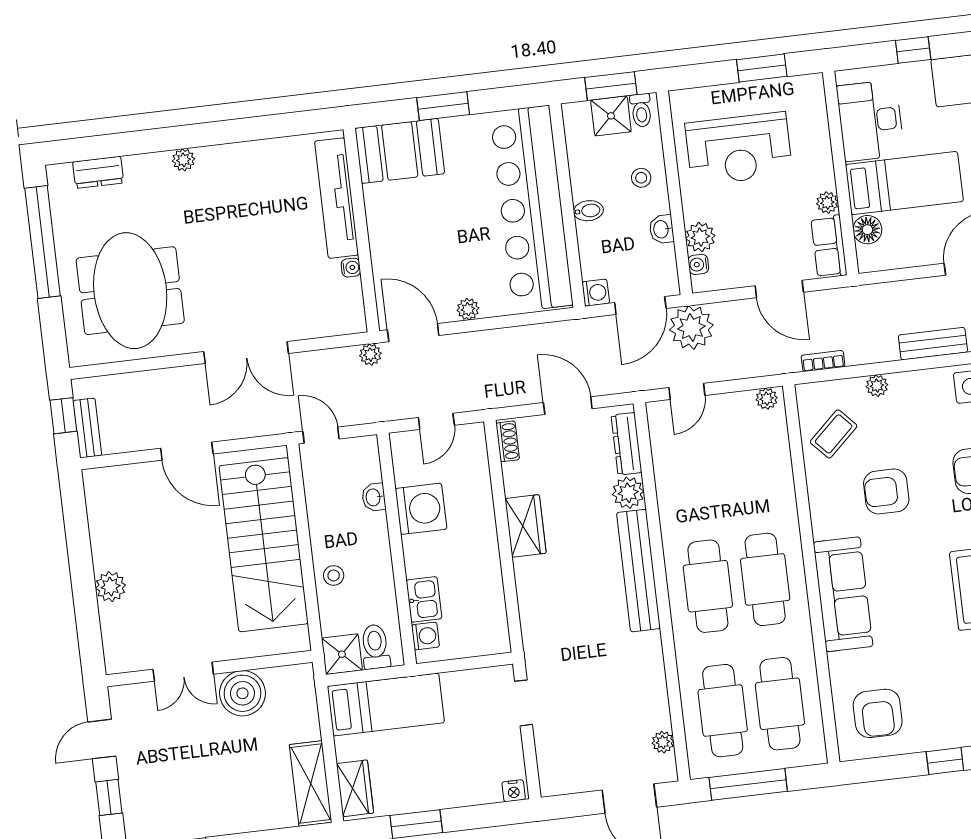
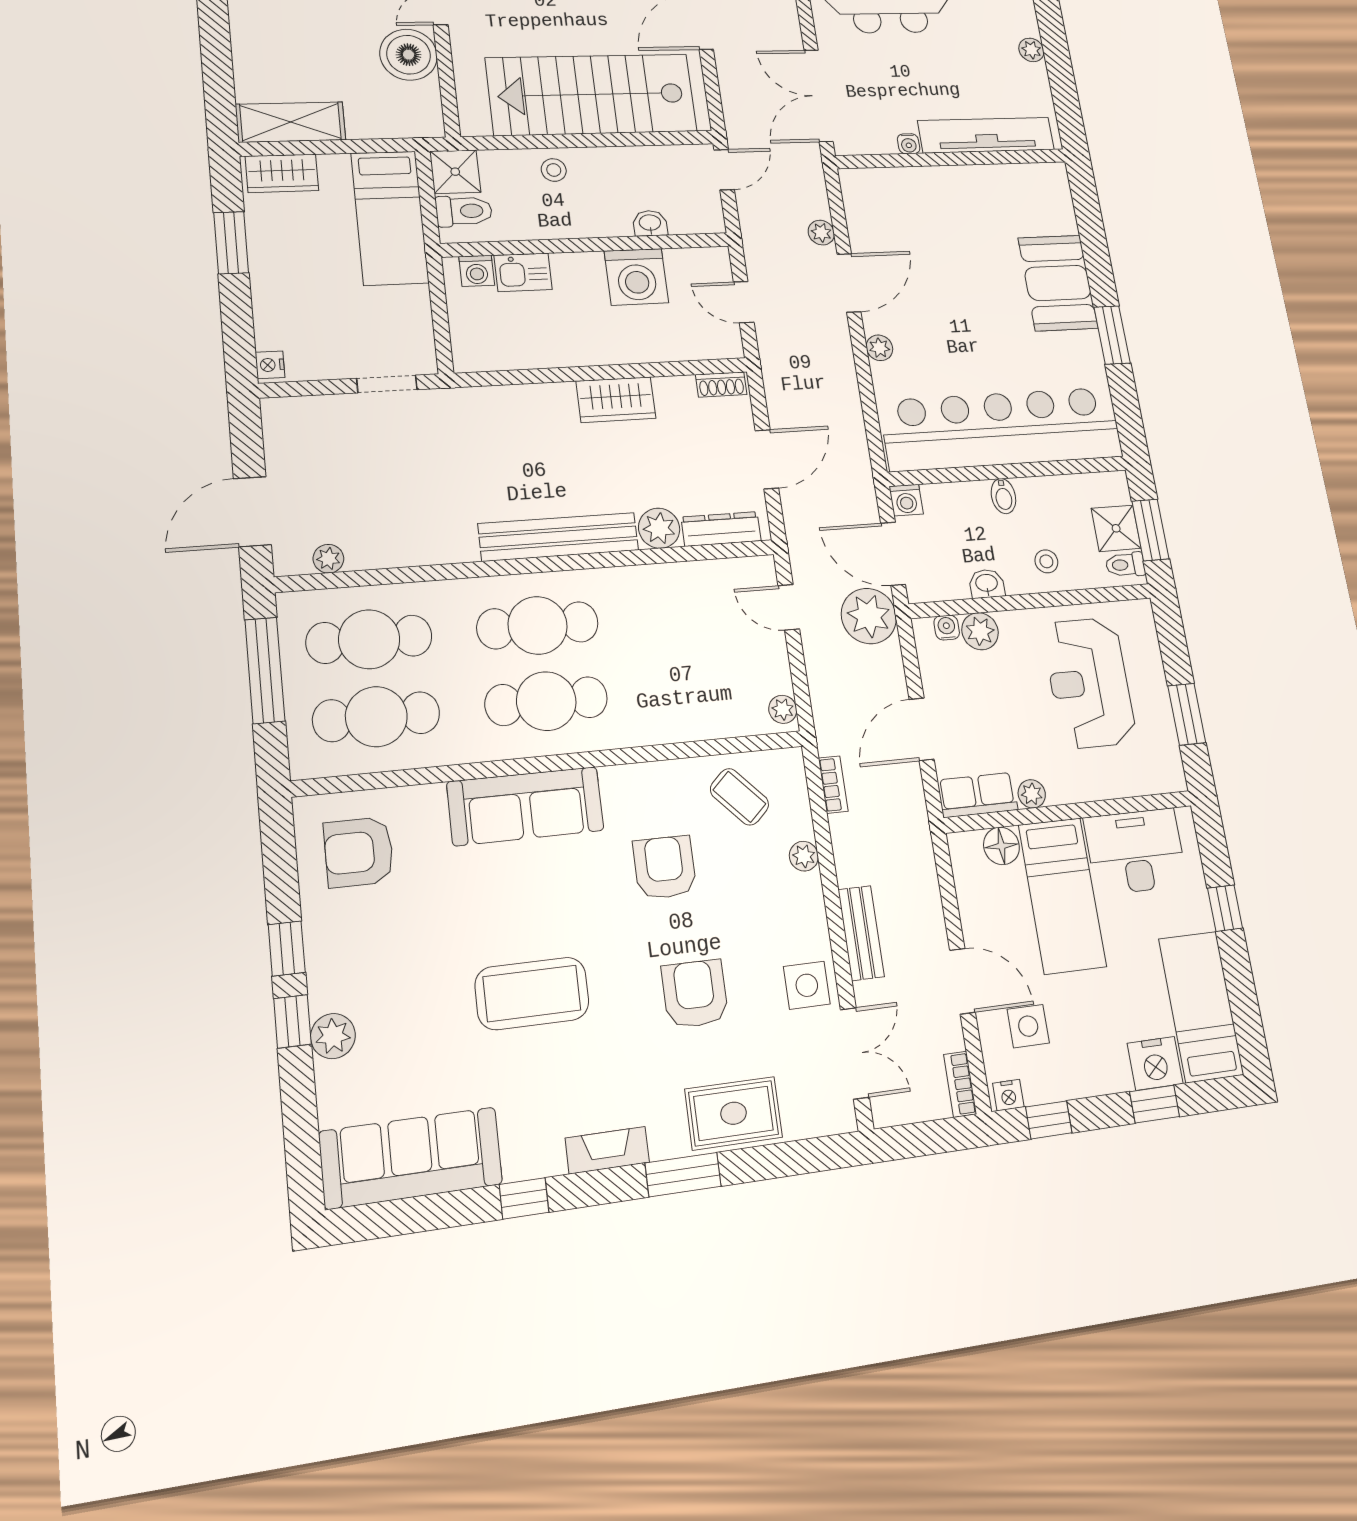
tv unit: (337, 198) -> (986, 135), moved
wall: (361, 230) -> (952, 159), moved
water cooler: (351, 268) -> (909, 144), moved

